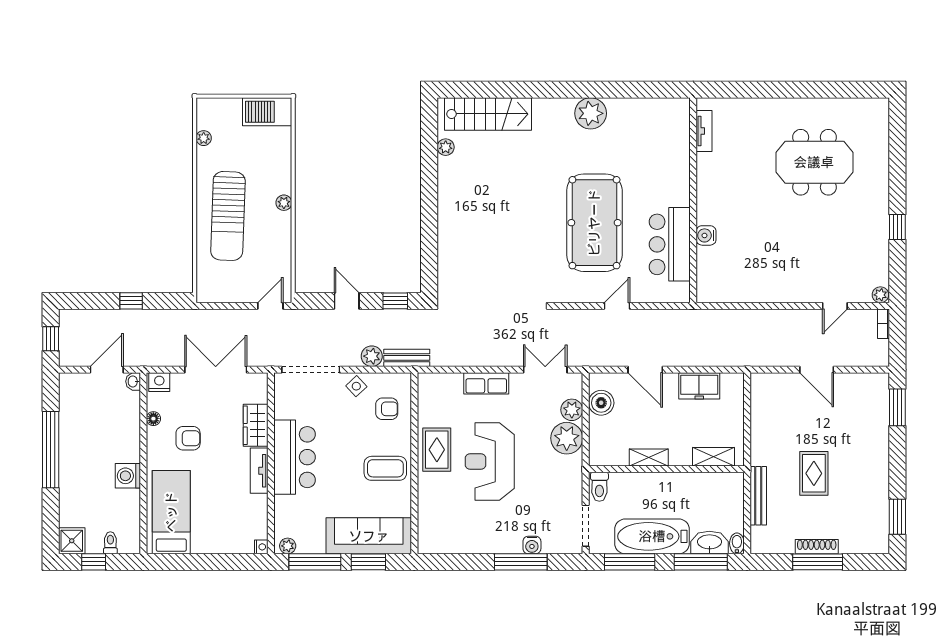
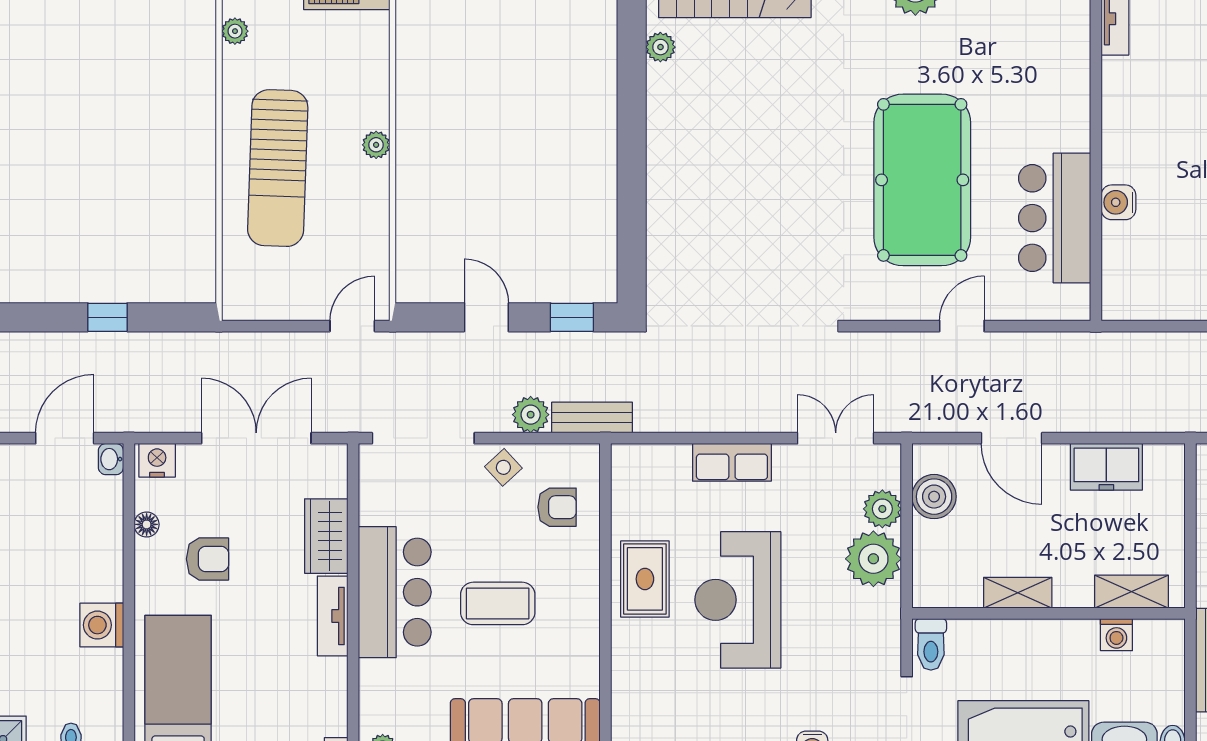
coffee table: (385, 468) -> (498, 603), moved
washing machine: (705, 481) -> (1116, 635), added

